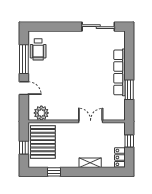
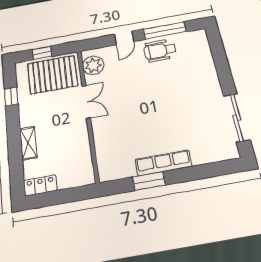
wheelchair: (38, 49) -> (160, 51), moved
row of seats: (119, 72) -> (163, 163), width x0.73
double door: (91, 121) -> (86, 102), moved
window: (129, 141) -> (68, 195), removed

